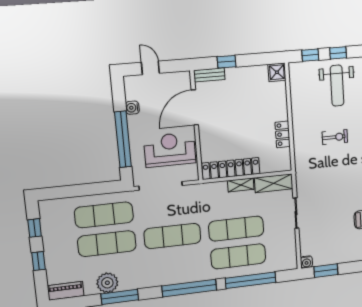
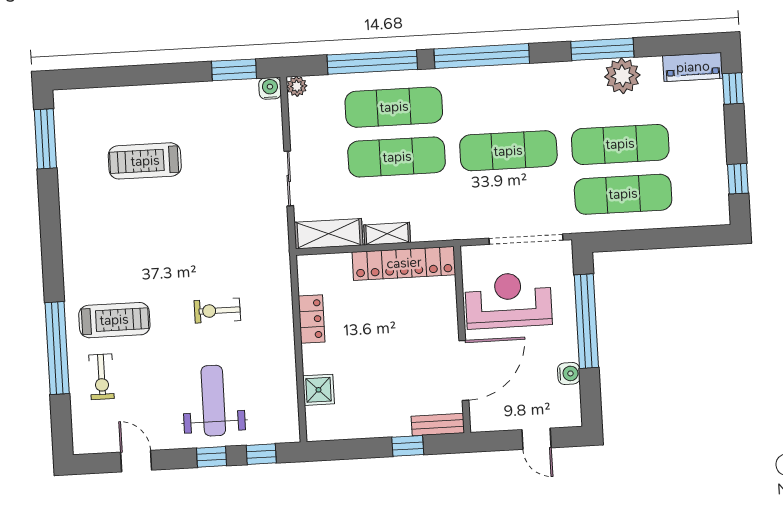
shower: (277, 72) -> (319, 390), moved
reception desk: (170, 150) -> (508, 300), turned 180
window: (38, 261) -> (733, 88), moved
plant: (292, 264) -> (297, 86), added

